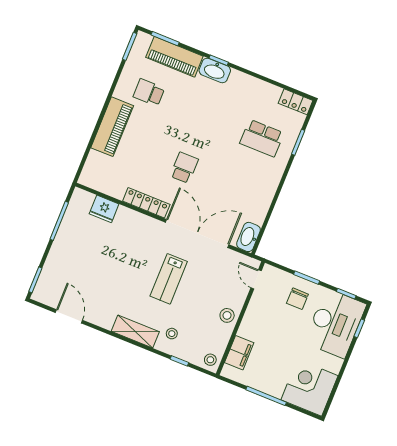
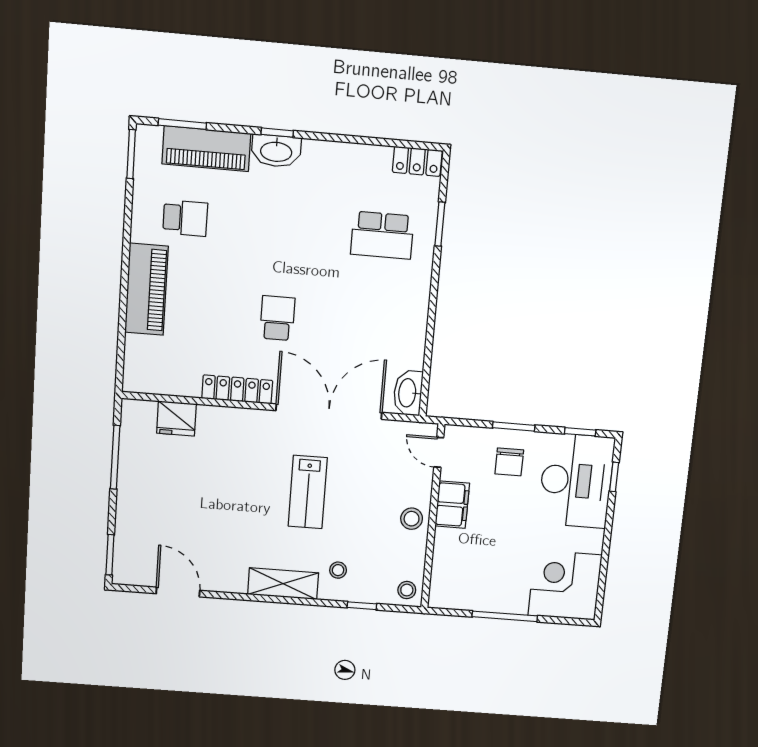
school desk: (149, 93) -> (185, 218), turned 180
filing cabinet: (239, 353) -> (452, 505), moved

